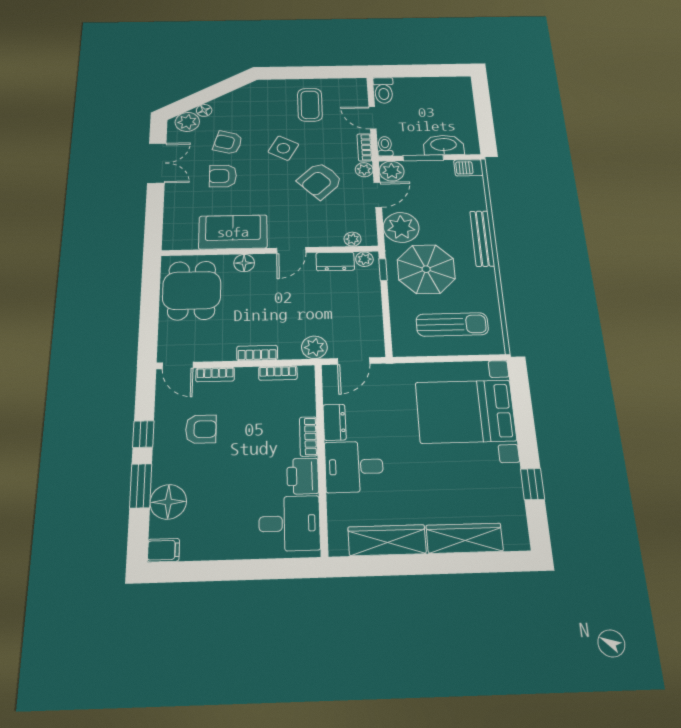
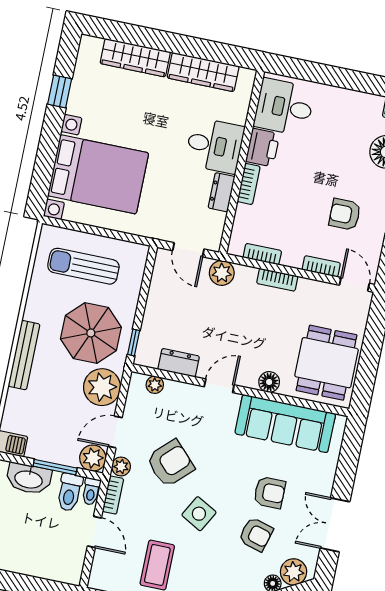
toilet: (384, 90) -> (70, 492), moved, turned 180
sofa: (233, 232) -> (285, 424), width x1.36
plant: (364, 259) -> (149, 359), removed
door: (353, 361) -> (188, 250), swing flipped

